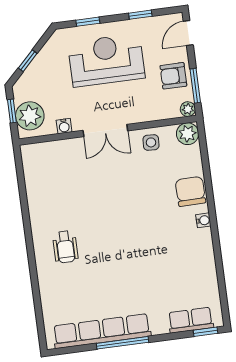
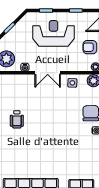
wheelchair: (65, 247) -> (17, 119), moved

